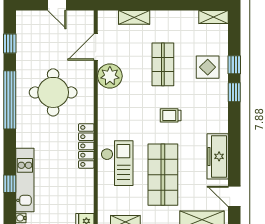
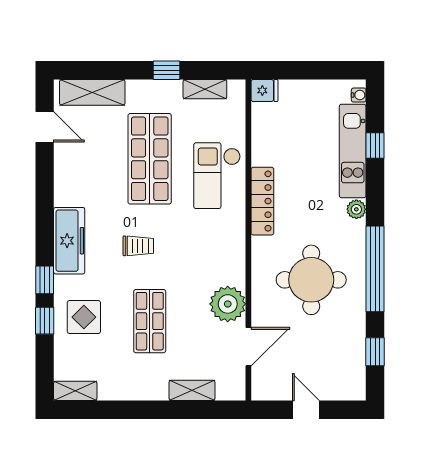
plant: (22, 140) -> (356, 209), added
freezer: (218, 156) -> (69, 241), moved

